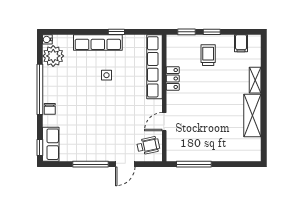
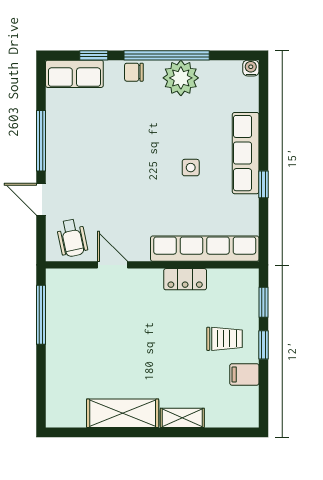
filing cabinet: (241, 43) -> (244, 374), moved
plant: (53, 56) -> (181, 78), moved
window: (40, 147) -> (94, 55), moved

